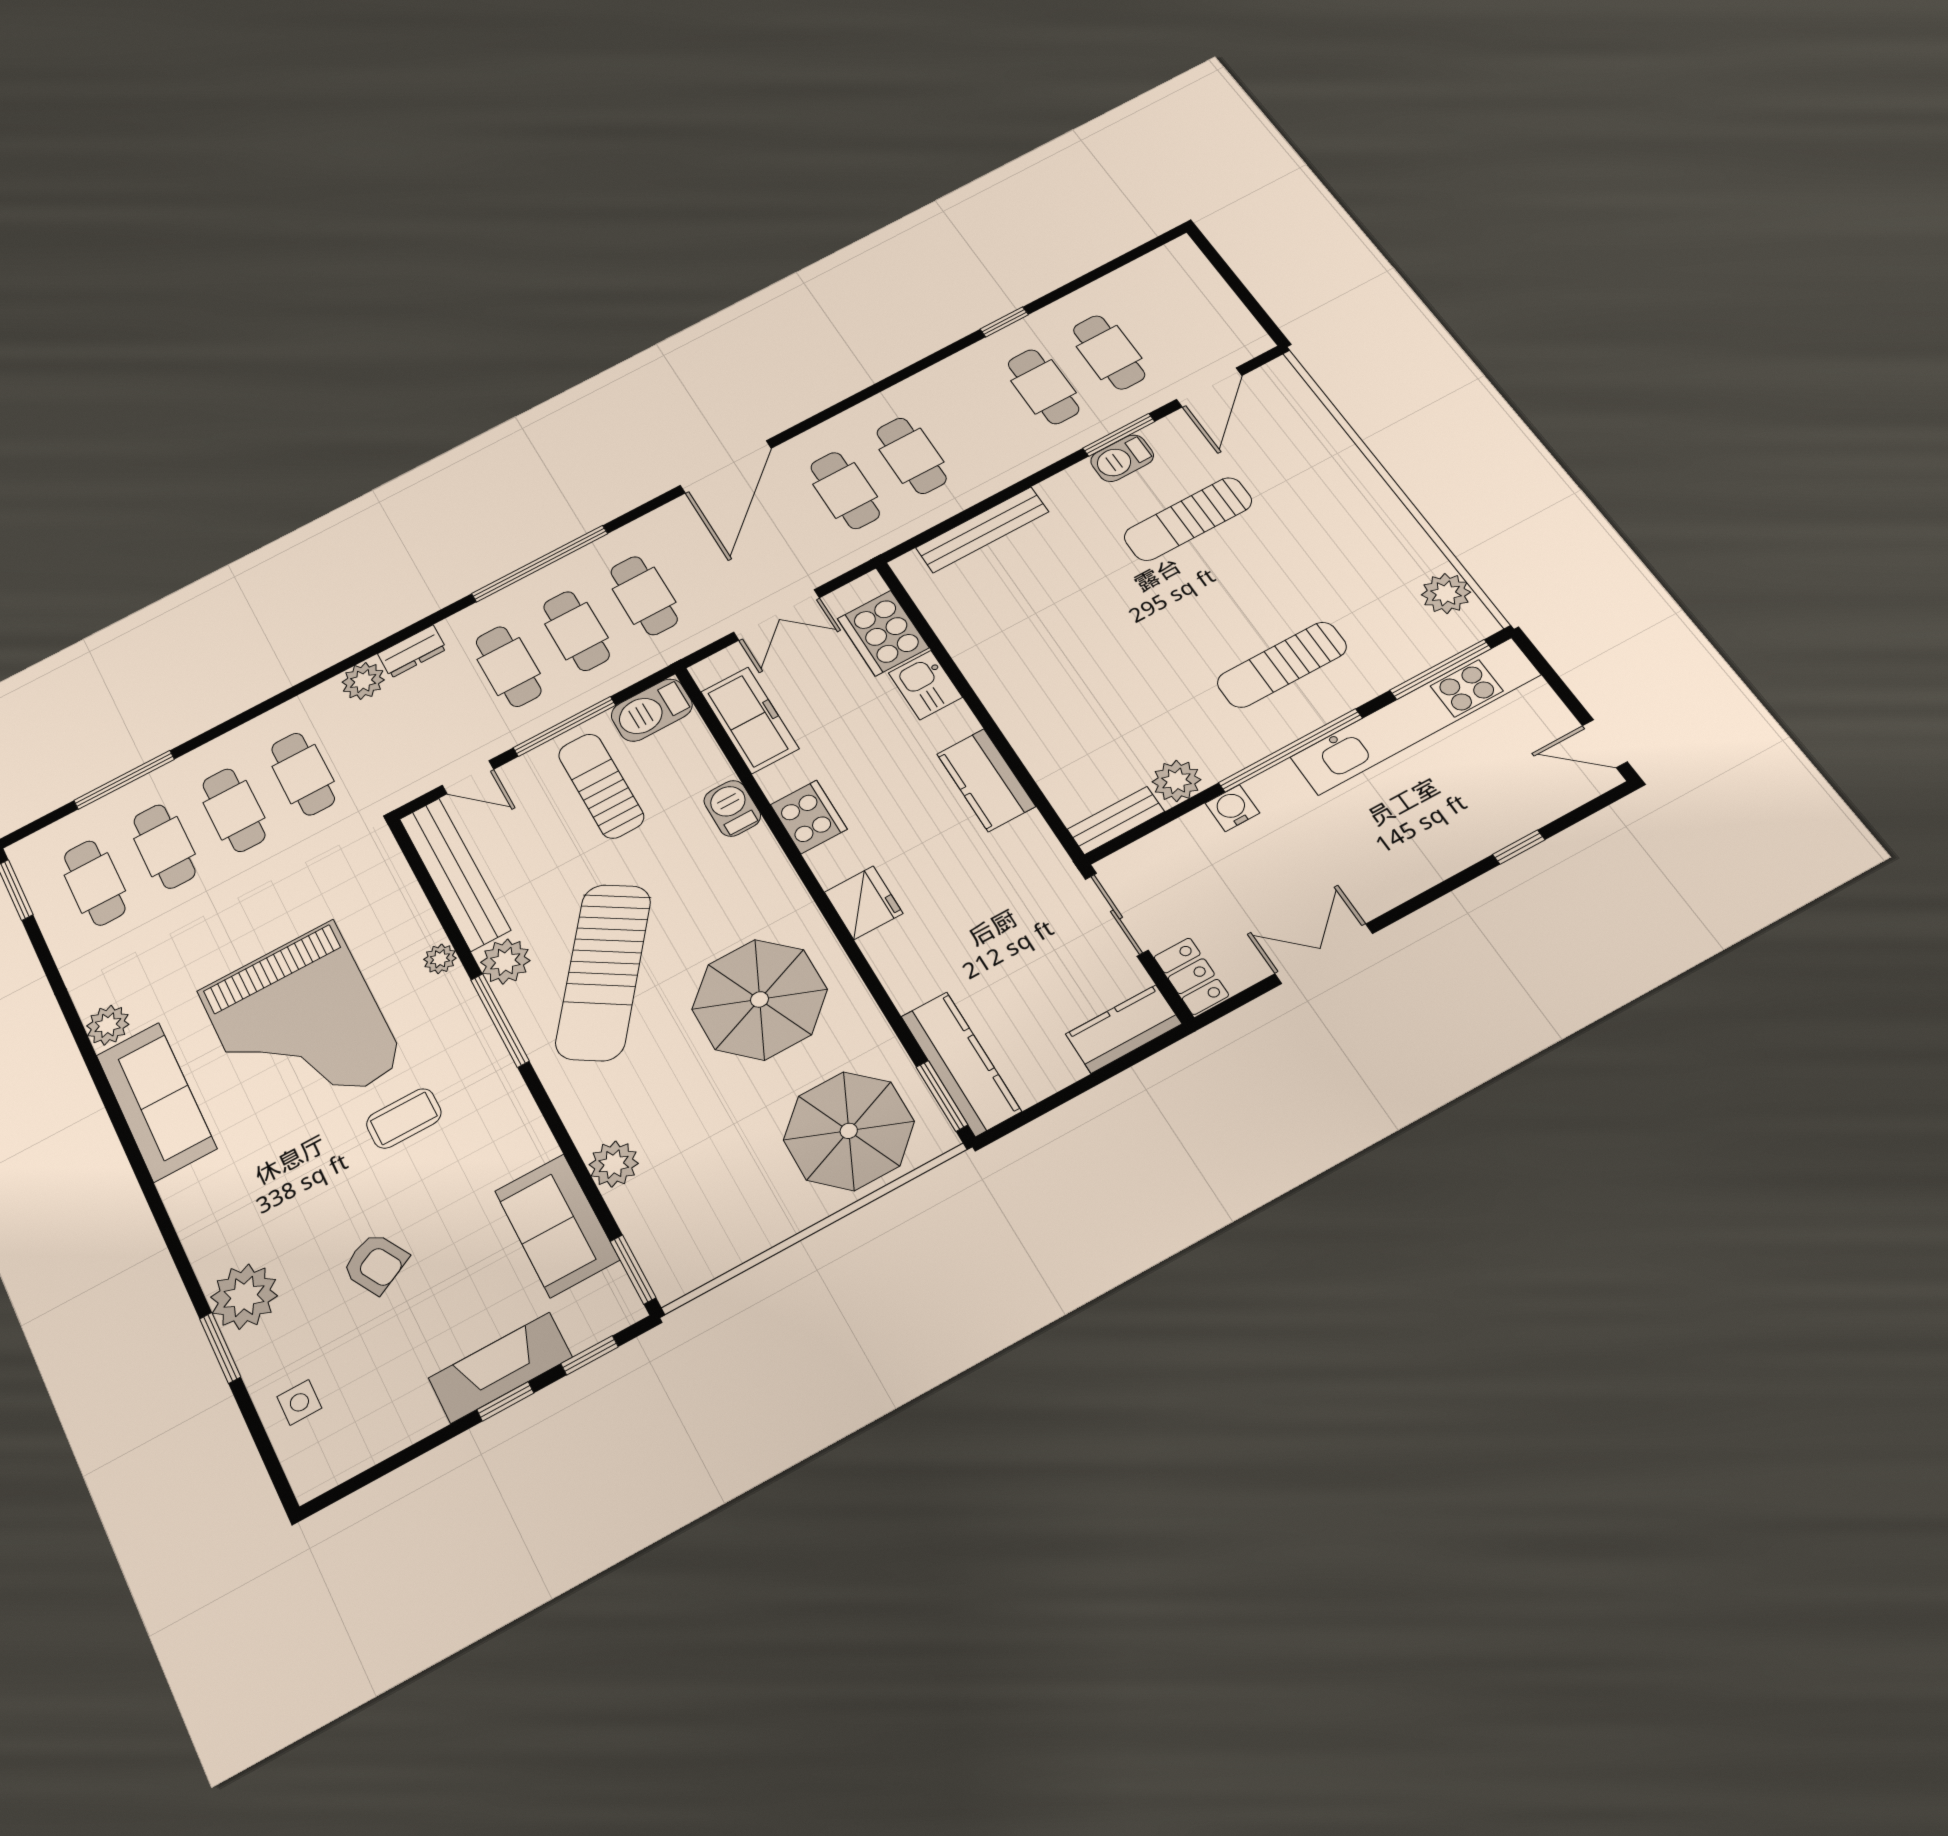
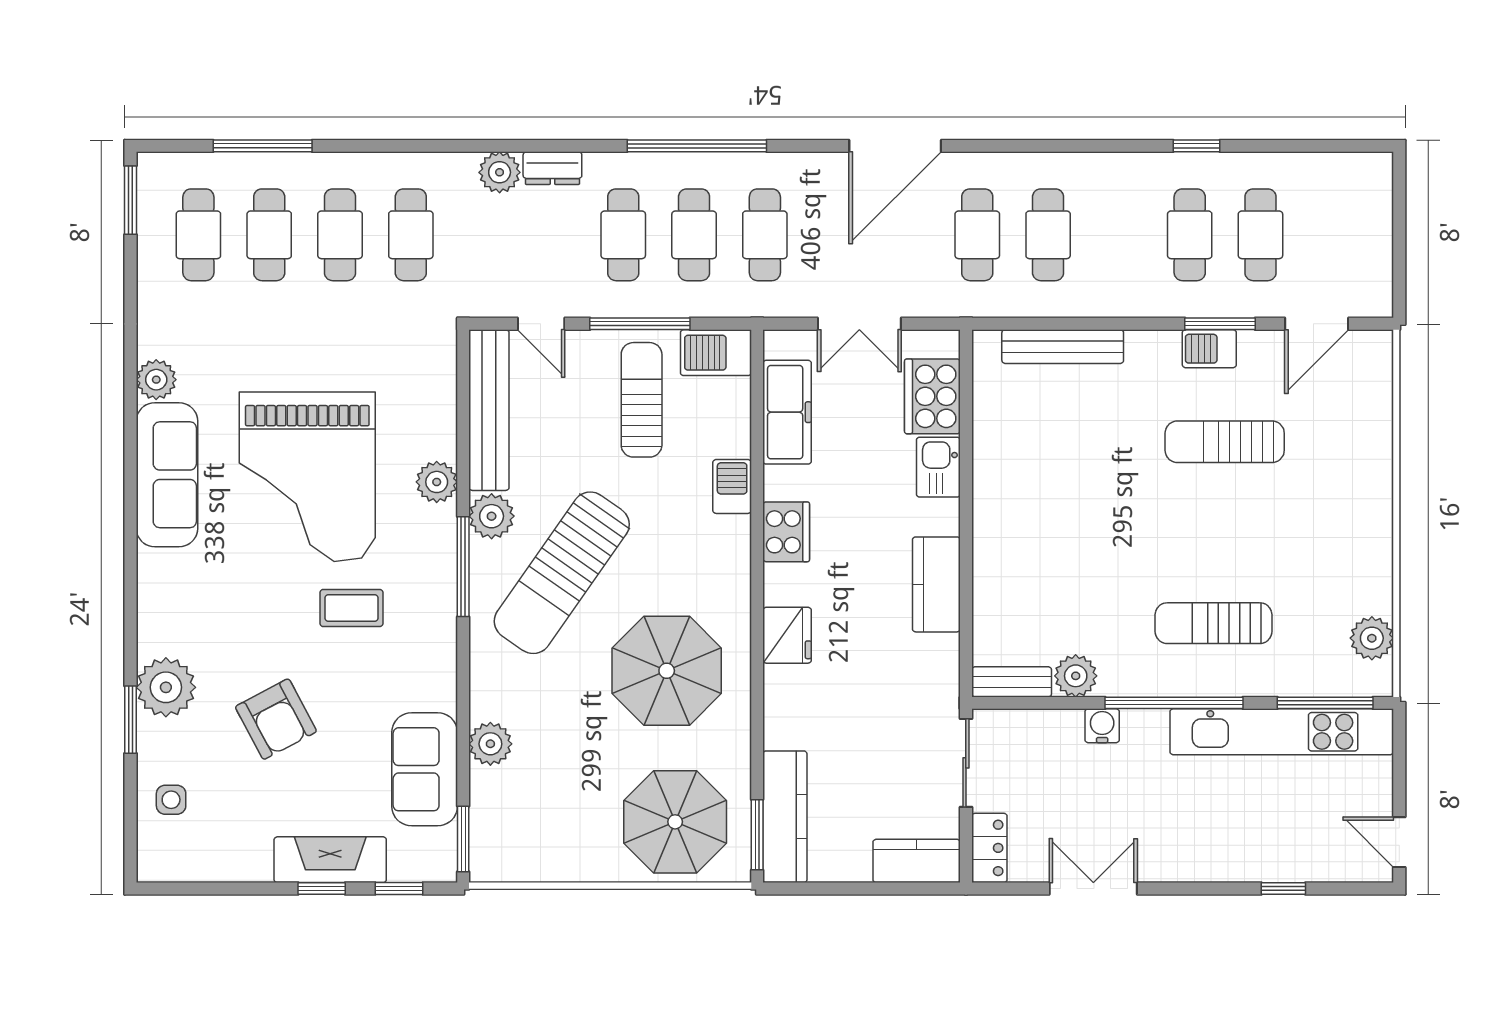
plant: (440, 959) -> (437, 482), width x1.38, depth x1.38
armchair: (375, 1263) -> (276, 719), width x1.38, depth x1.38

